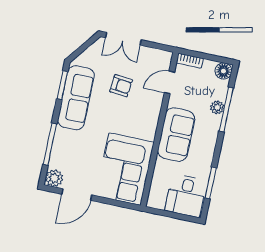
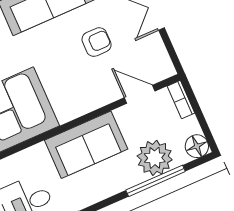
armchair: (121, 86) -> (97, 42), turned -96
plant: (217, 107) -> (155, 158), width x1.87, depth x1.87

